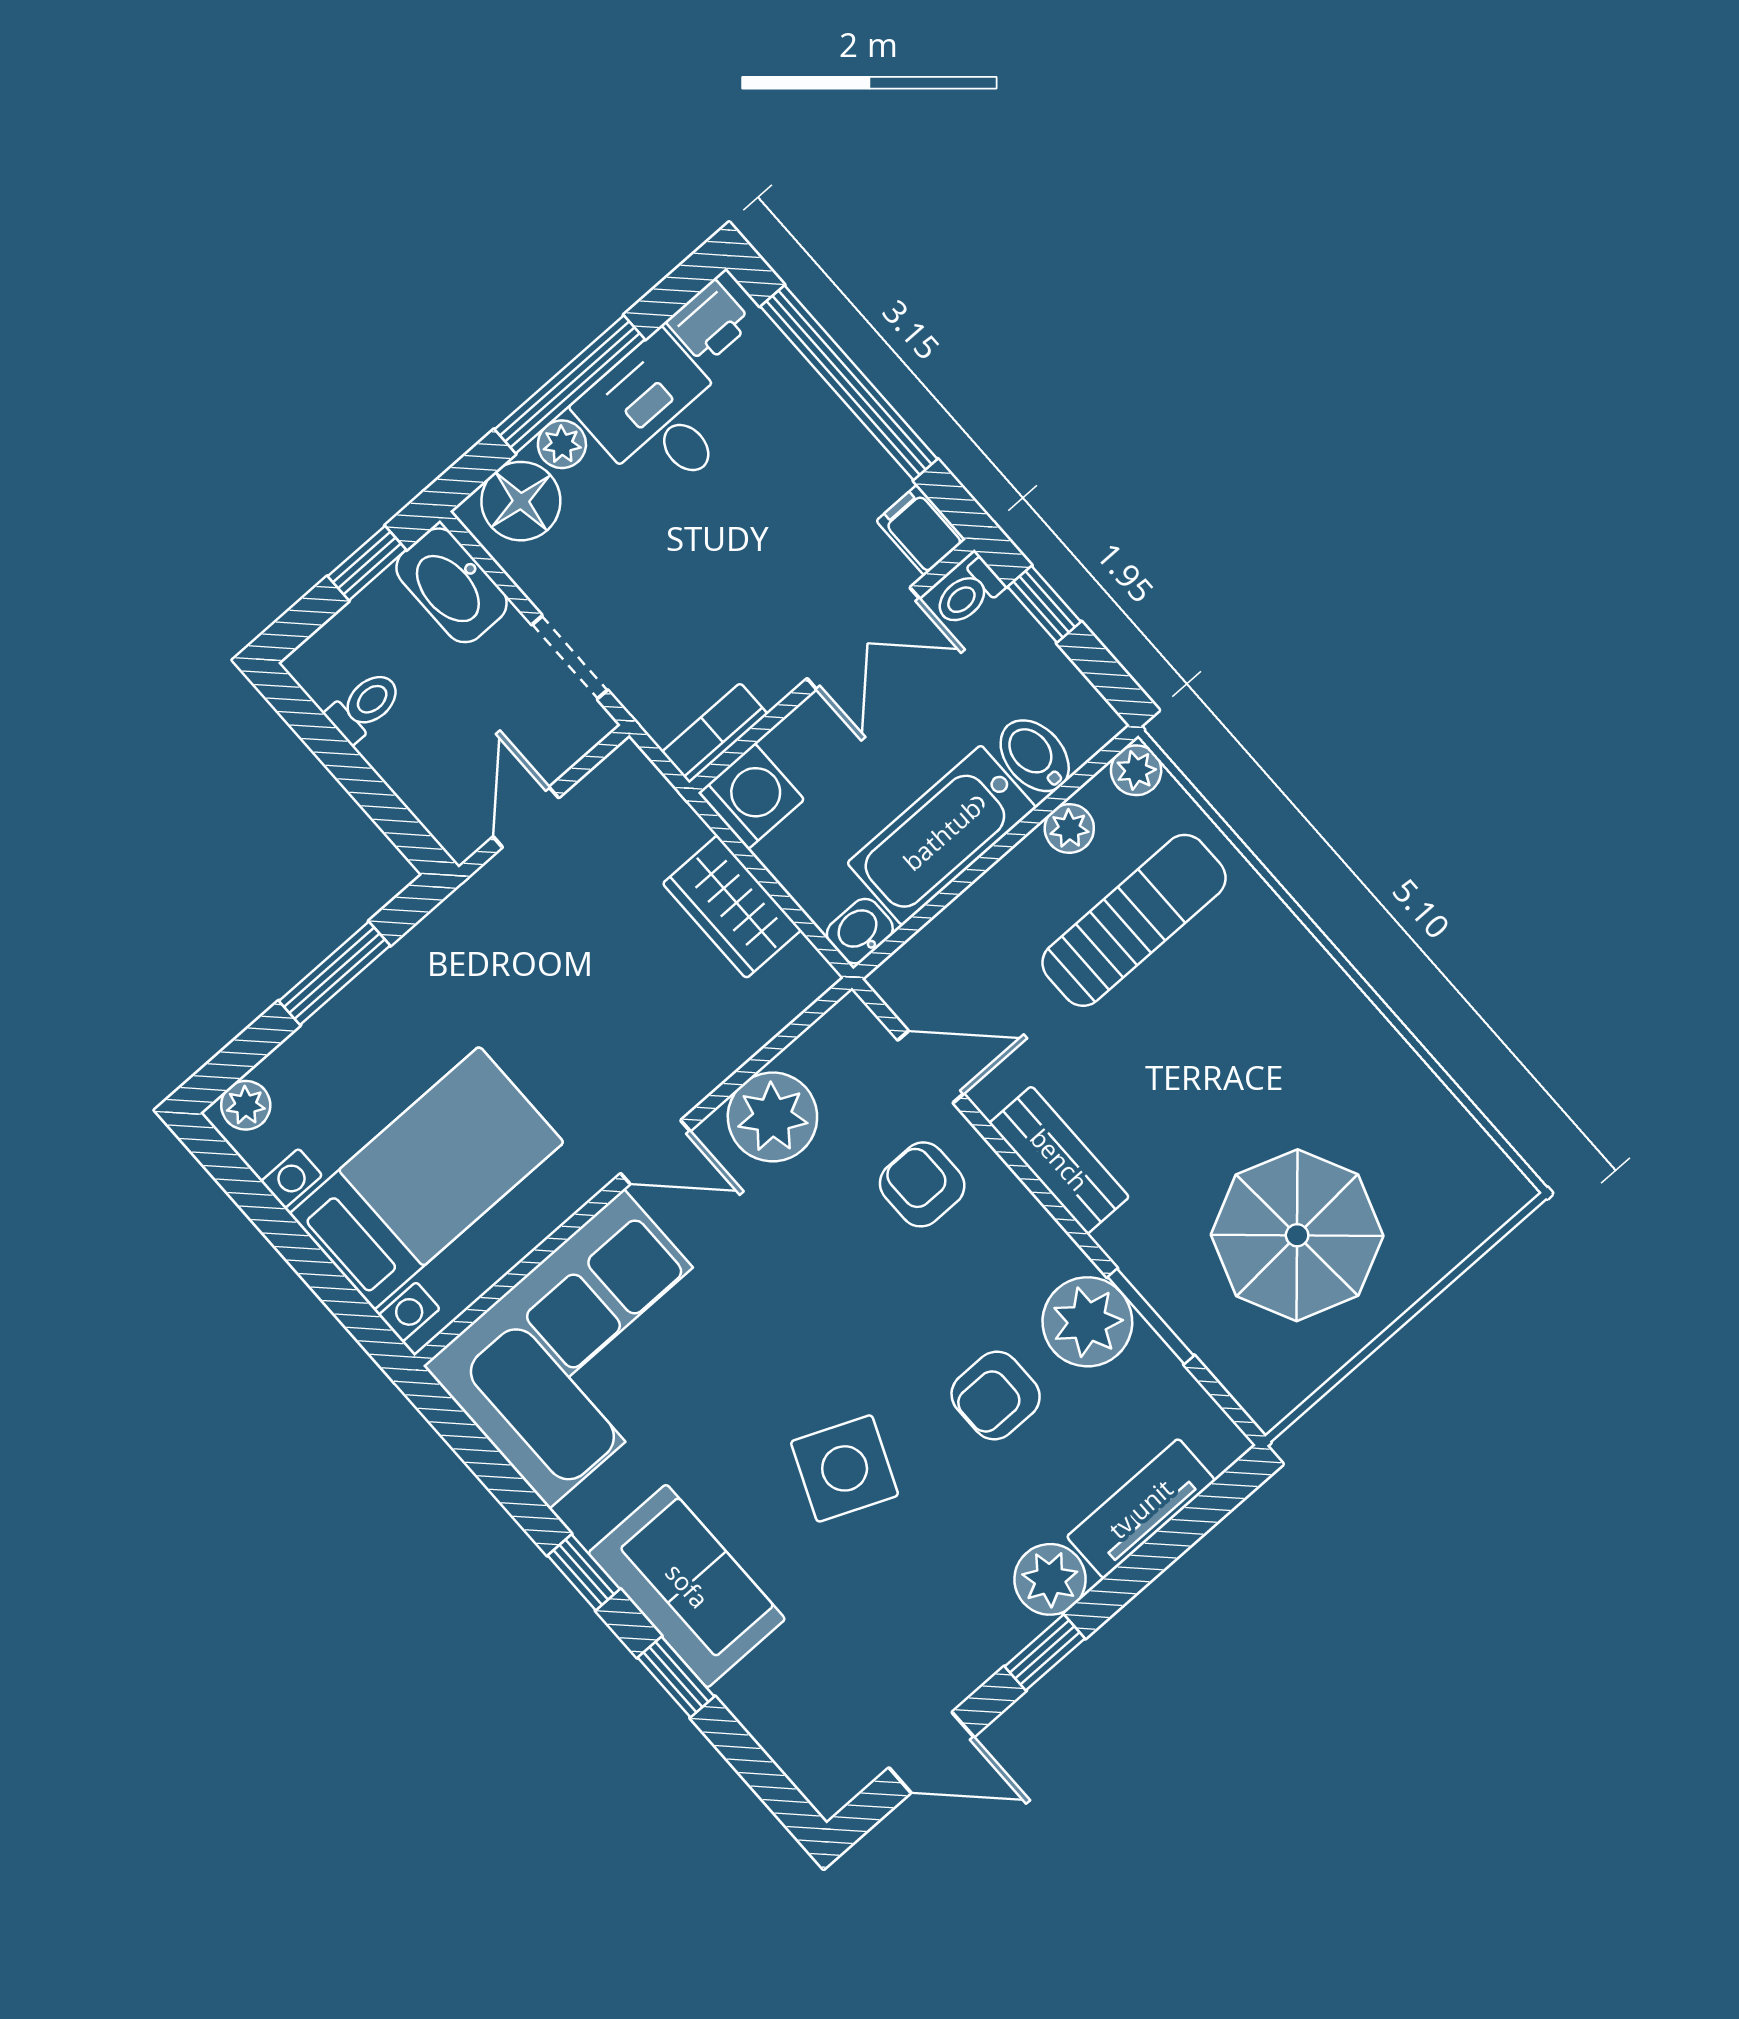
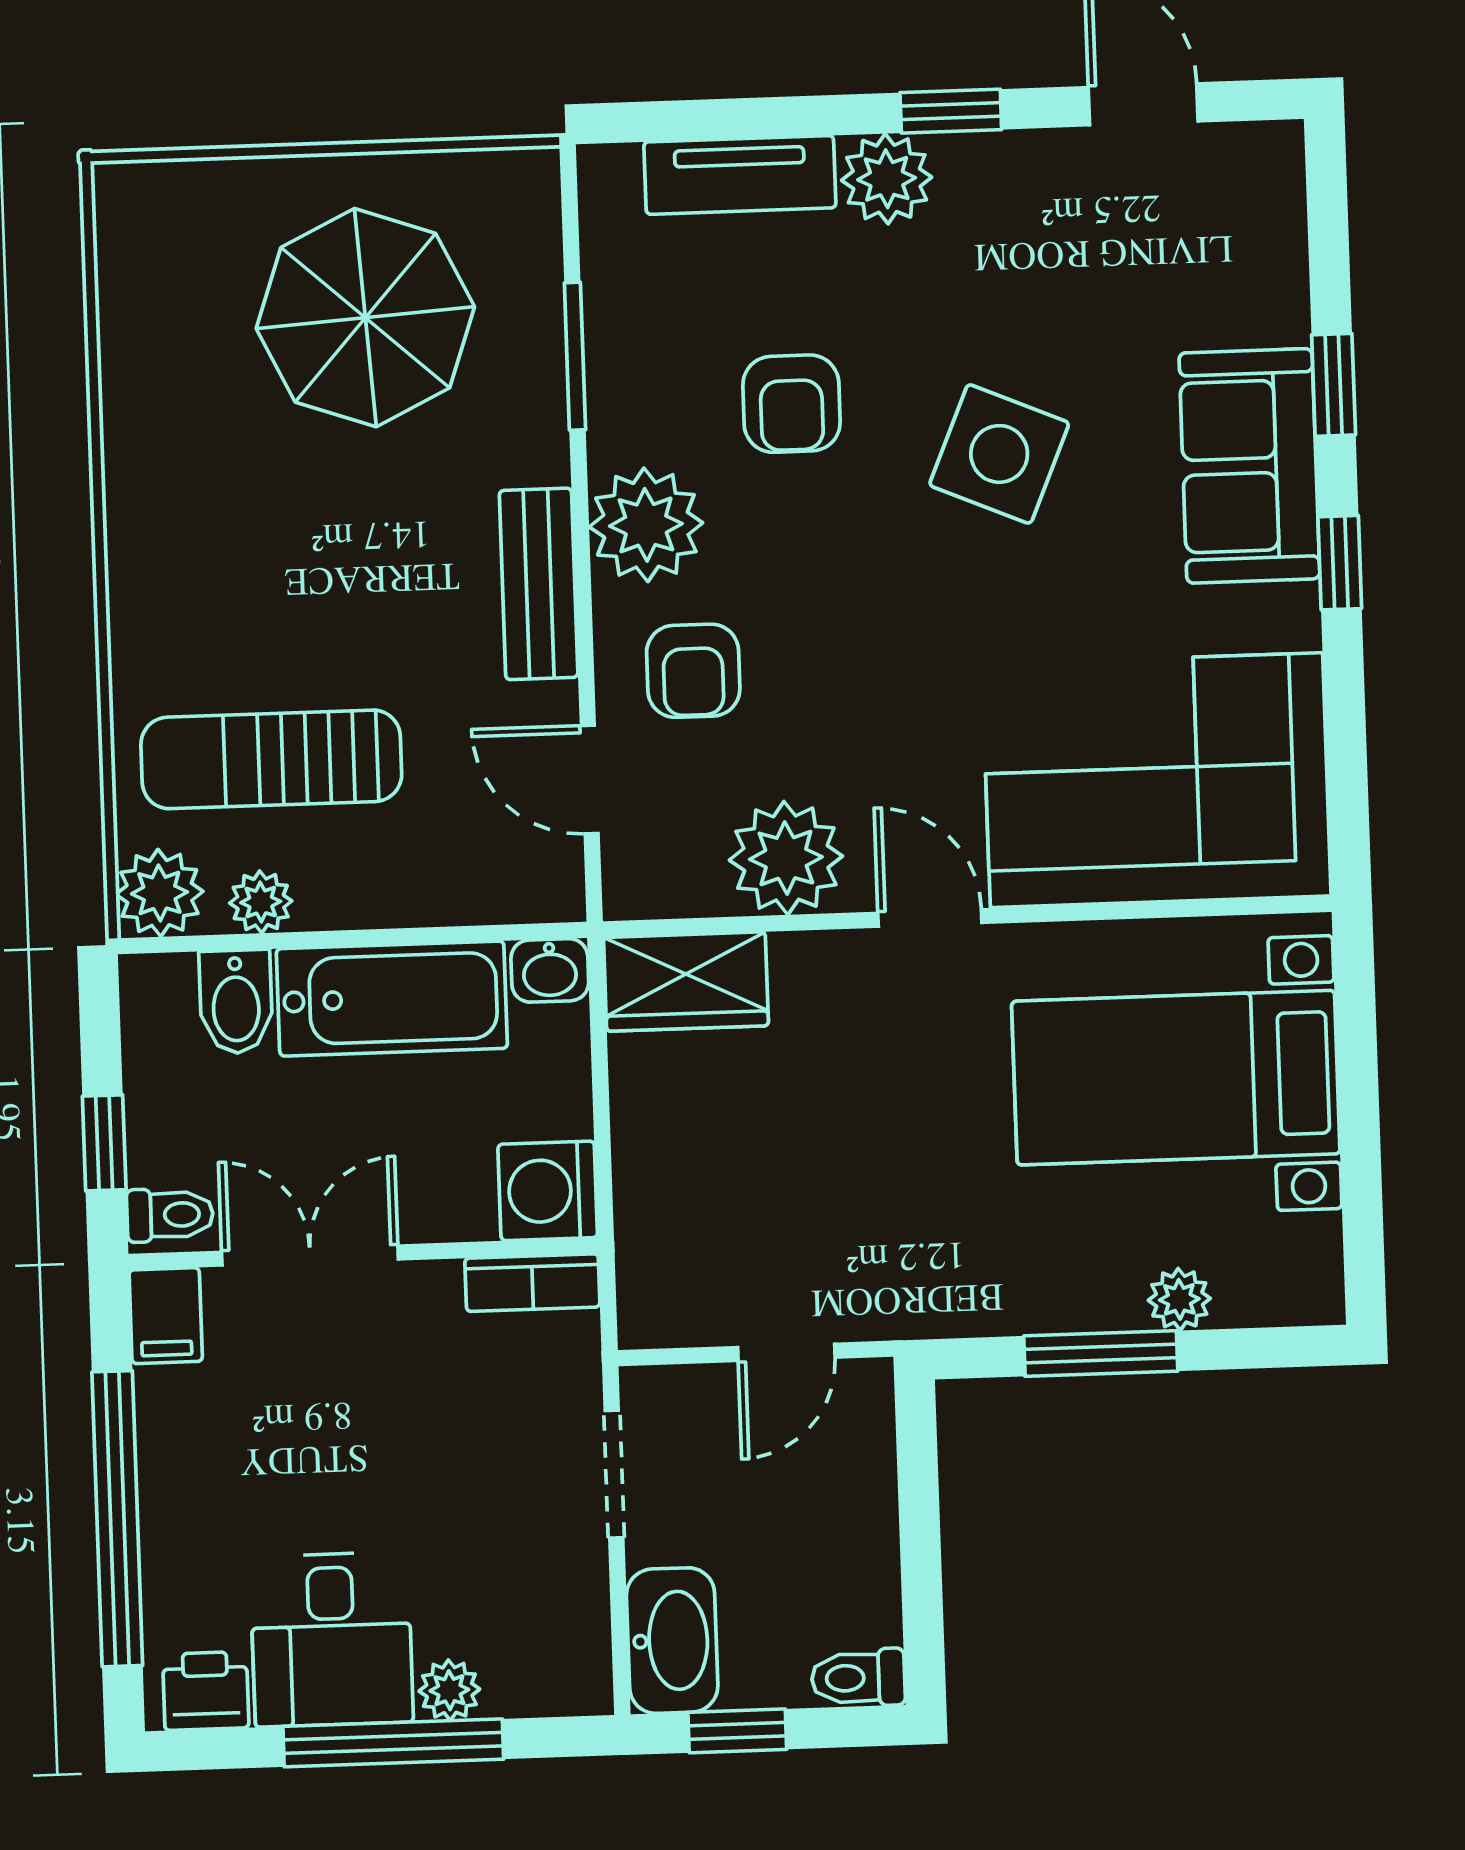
floor lamp: (521, 501) -> (536, 1667), removed
toilet: (364, 706) -> (858, 1678), moved
plant: (1136, 770) -> (159, 893), width x1.38, depth x1.38
wardrobe: (732, 907) -> (686, 982), moved, turned 90
plant: (246, 1105) -> (1179, 1299), moved
plant: (1087, 1322) -> (646, 525), moved
armchair: (996, 1396) -> (792, 404), turned 90

